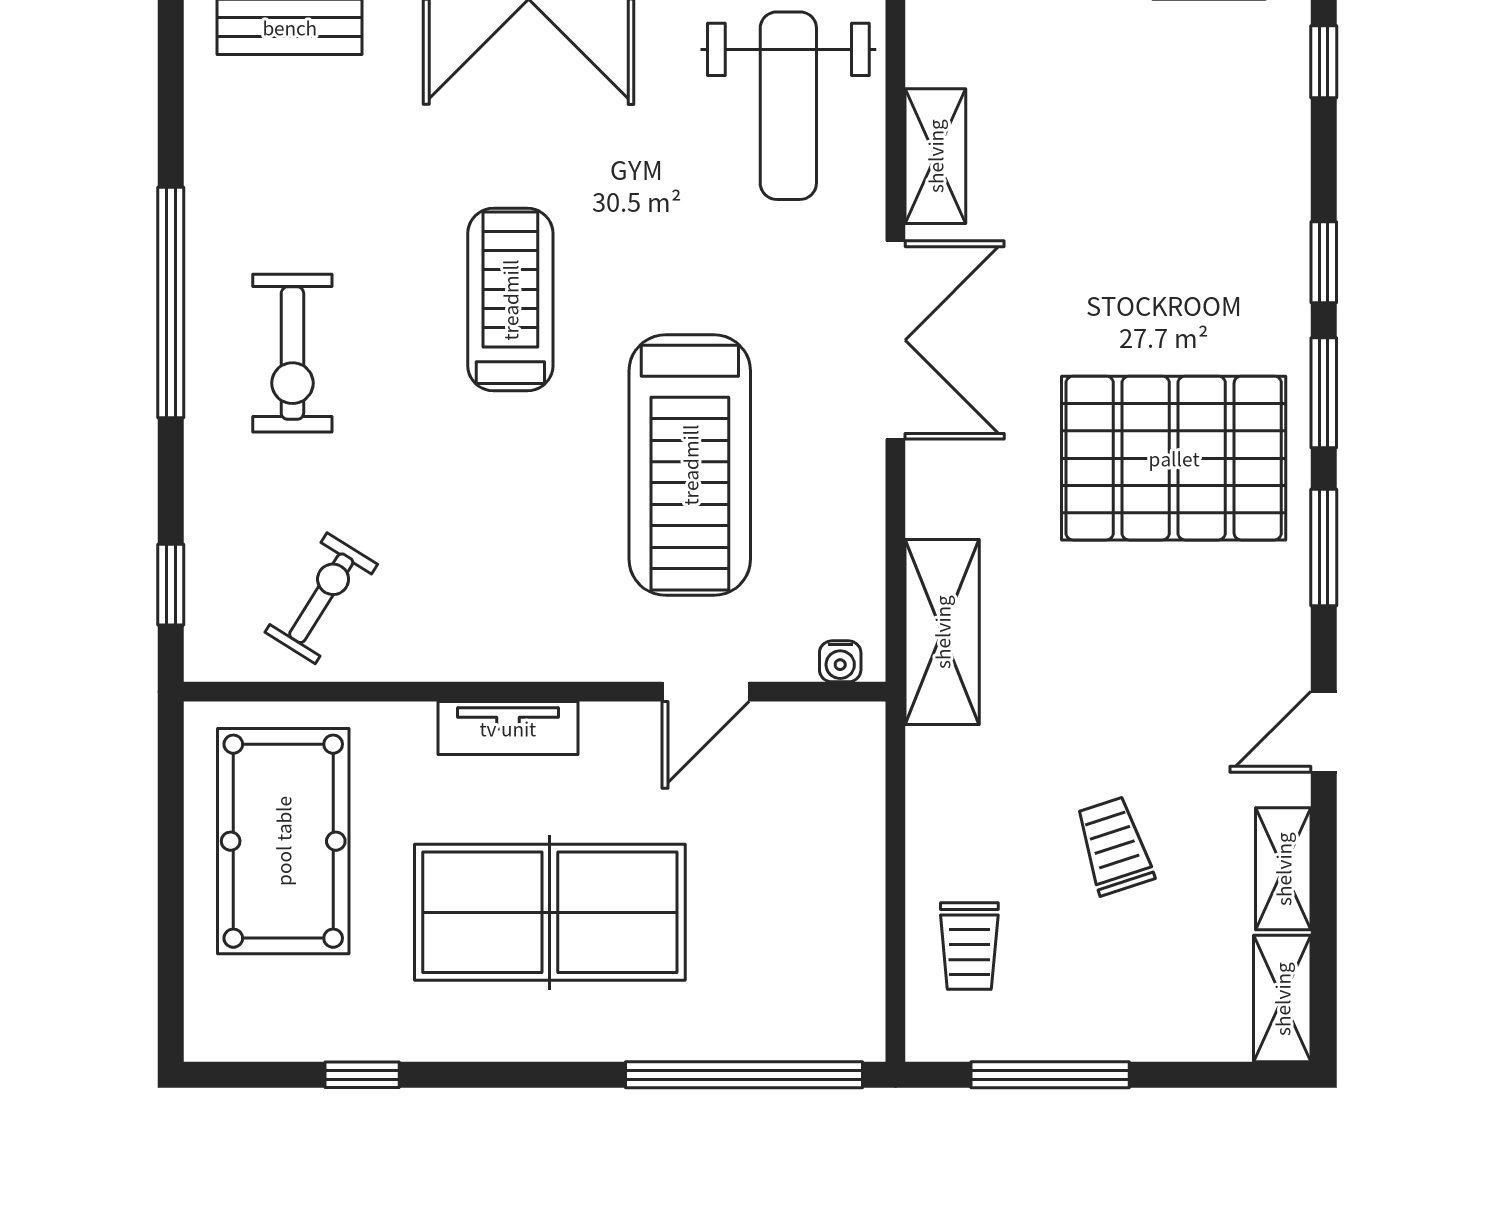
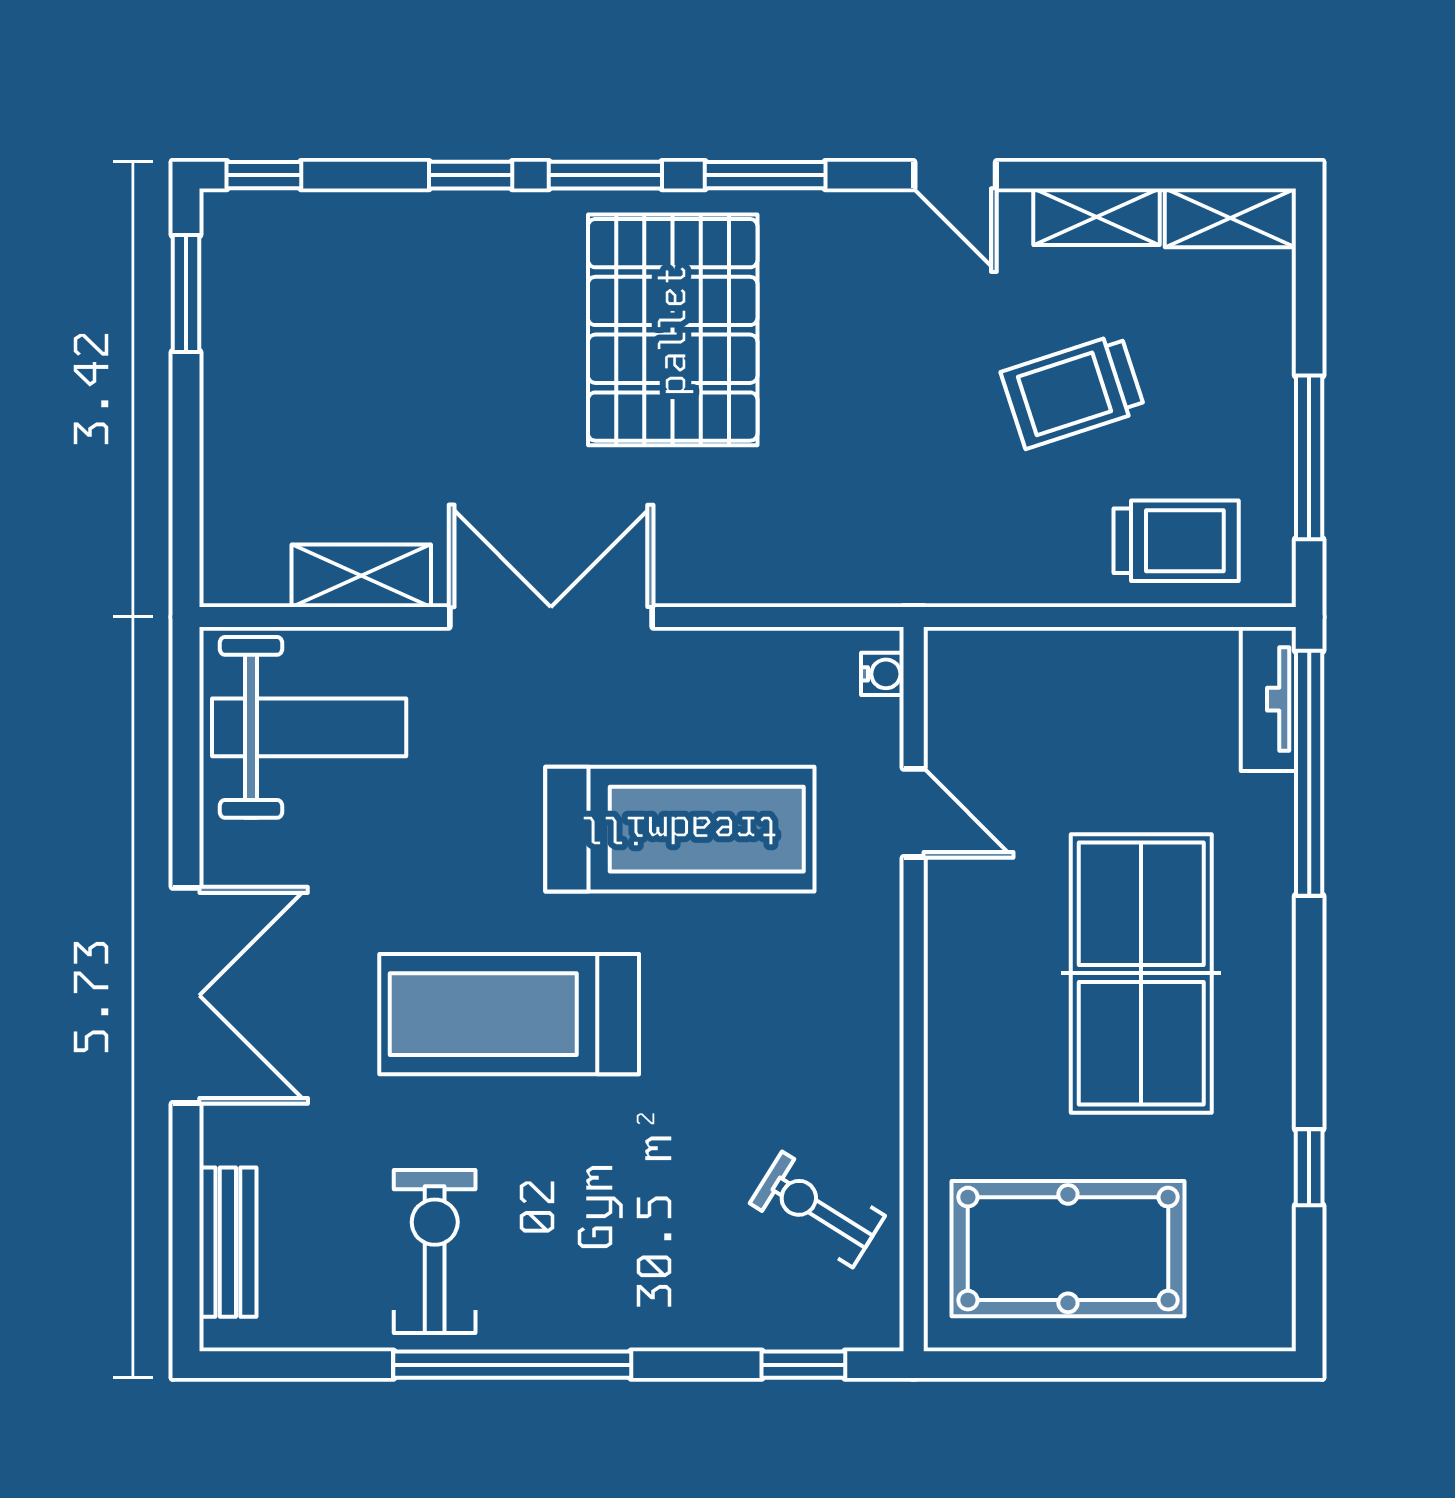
treadmill: (510, 300) -> (509, 1014), width x1.37, depth x1.38
exercise bike: (292, 353) -> (435, 1251), moved, turned -90
shelving: (942, 632) -> (852, 569), removed
tv unit: (508, 728) -> (1268, 699), moved, turned 180
trolley: (1114, 846) -> (1073, 391), width x1.36, depth x1.39
trolley: (969, 946) -> (1176, 541), width x1.36, depth x1.39

